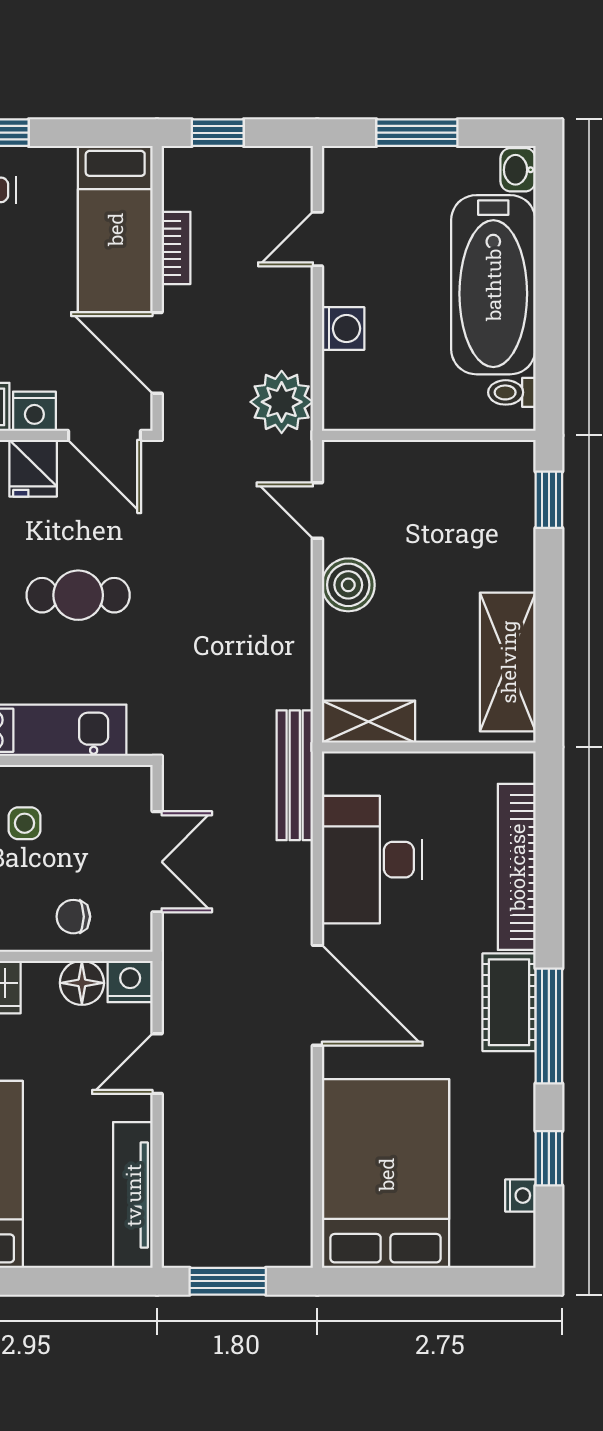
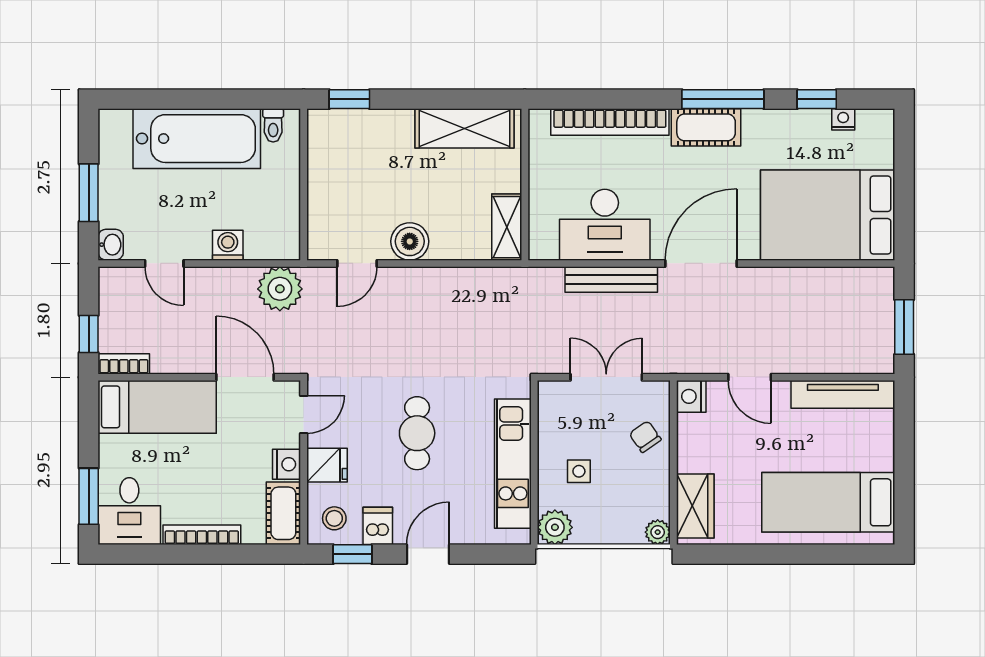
washbasin: (518, 170) -> (111, 245), moved, turned -90
bookcase: (176, 248) -> (124, 364), moved
door: (157, 353) -> (245, 377), swing flipped
door: (105, 435) -> (304, 414), width x0.73
bench: (295, 775) -> (611, 279), moved
chair: (73, 917) -> (645, 437), turned 145
floor lamp: (82, 983) -> (692, 431), removed

